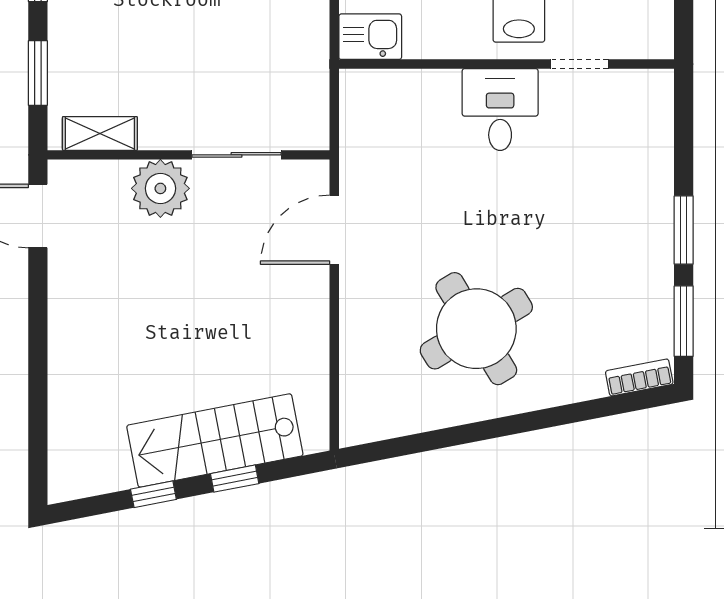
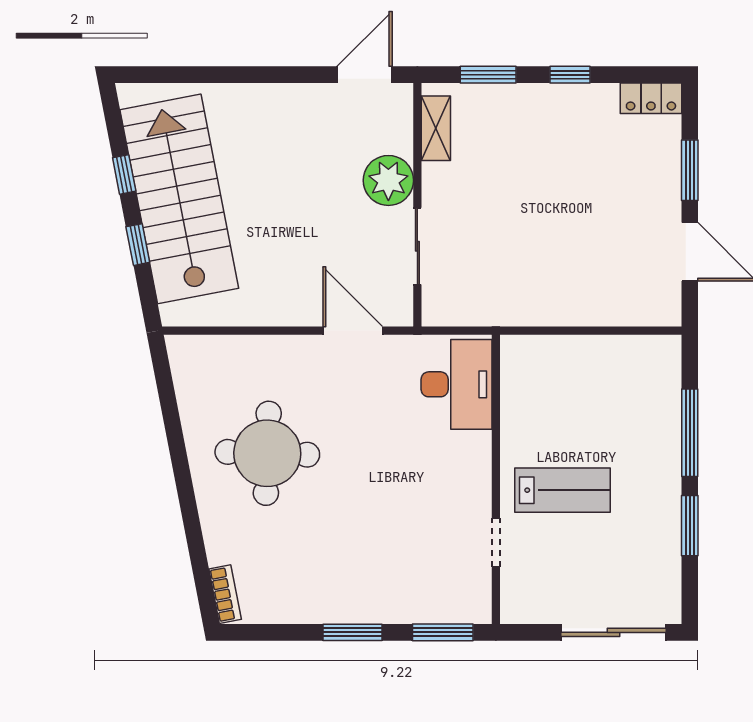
kitchen sink: (370, 37) -> (519, 362), removed
desk: (500, 110) -> (457, 384), moved, width x1.37
window: (684, 321) -> (443, 632), moved
round table: (476, 329) -> (267, 453), turned 33
stairs: (215, 441) -> (179, 199), width x1.36, depth x1.51

